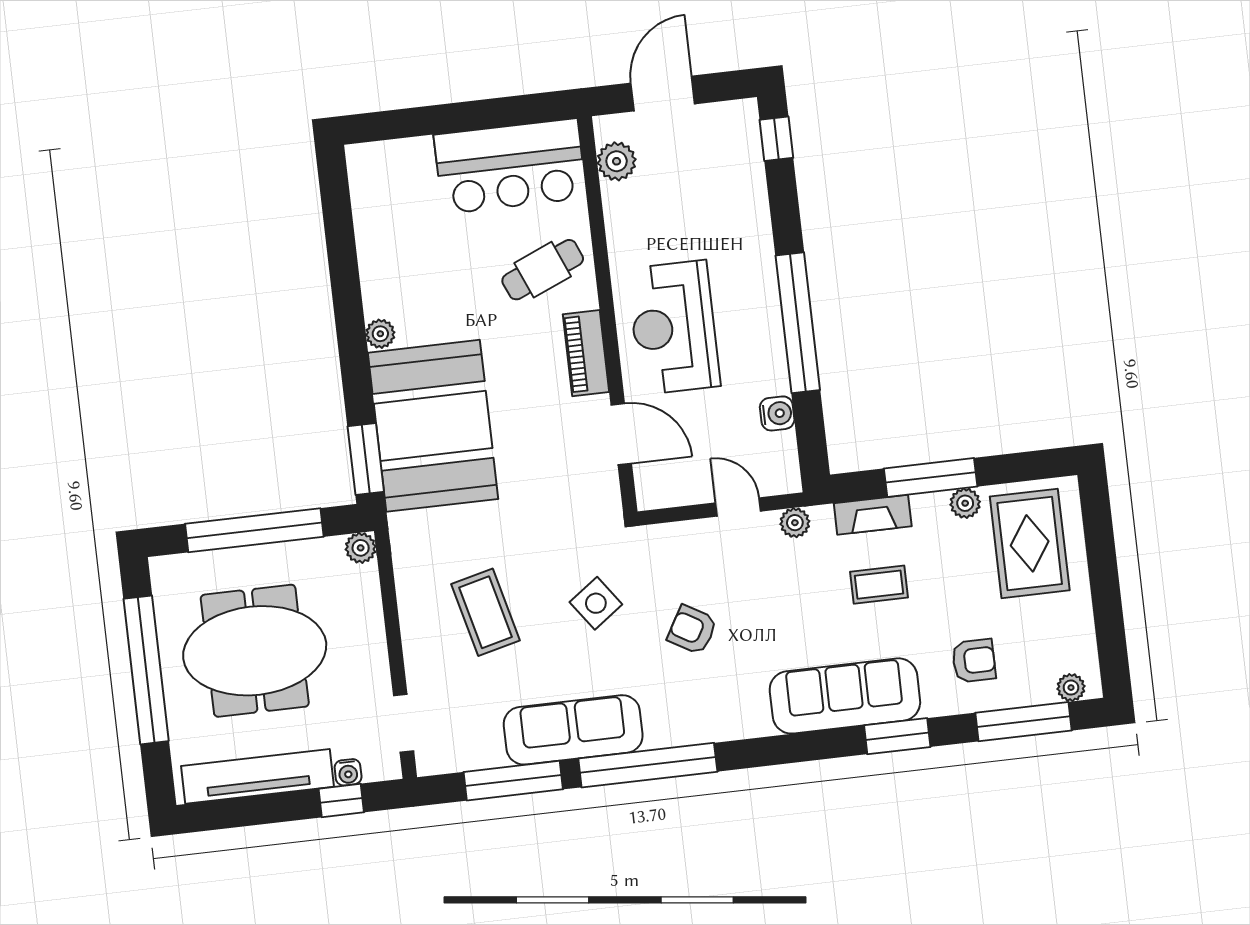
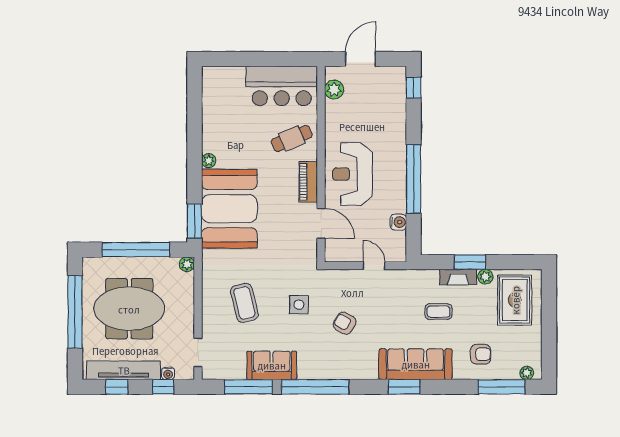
window: (931, 477) -> (470, 262), width x0.69
fireplace: (873, 515) -> (458, 277), moved
plant: (795, 523) -> (401, 277), removed
side table: (596, 603) -> (299, 305), turned 36
sofa: (573, 730) -> (272, 365), width x0.73
window: (897, 736) -> (404, 387), moved
window: (248, 811) -> (117, 387), added

